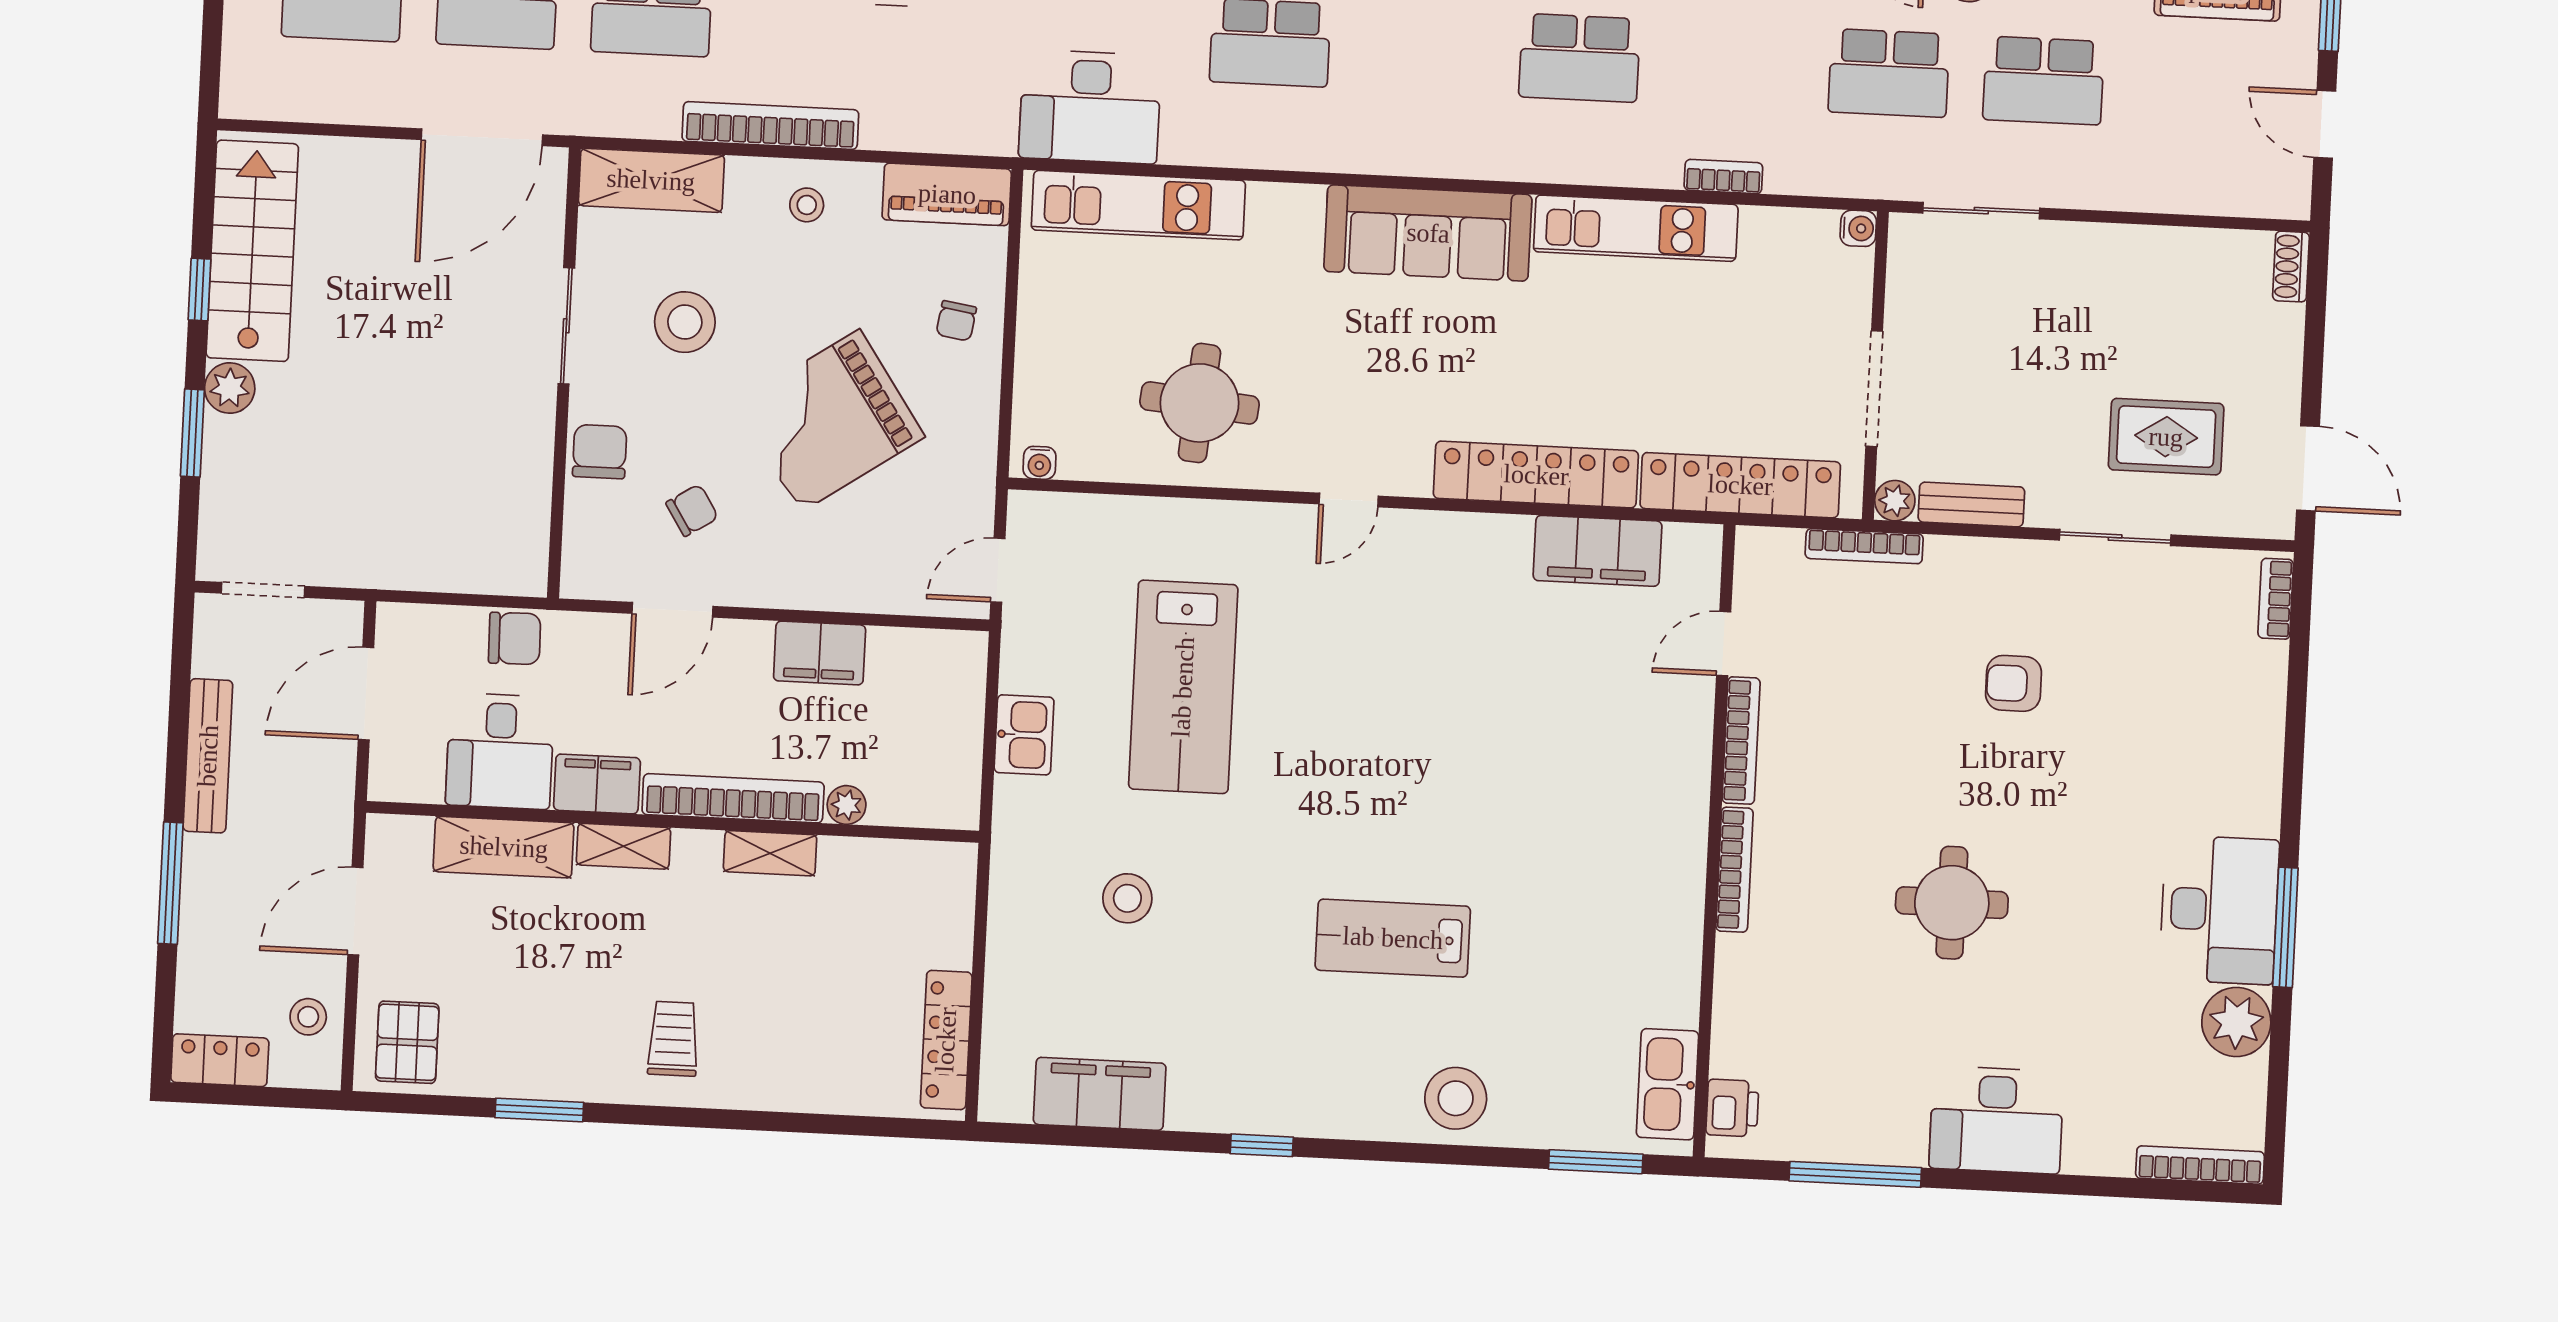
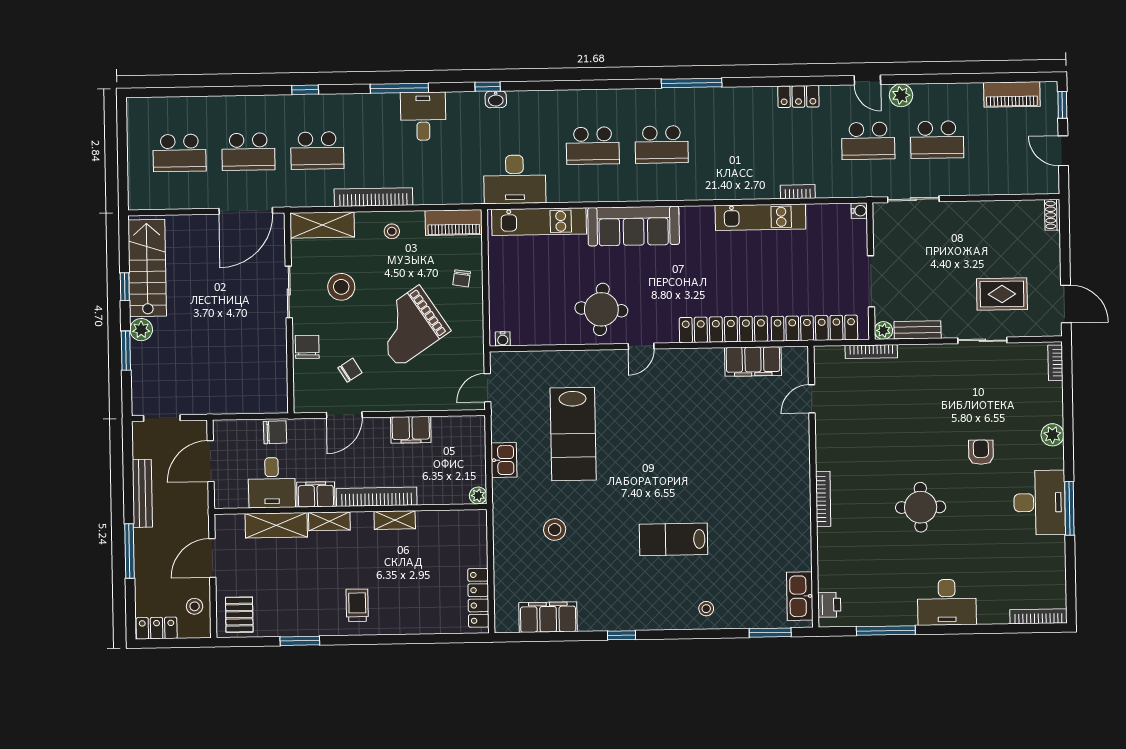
school desk: (1579, 58) -> (662, 144), moved
sofa: (1428, 233) -> (634, 226), moved
round table: (1199, 403) -> (601, 309), moved
armchair: (2014, 683) -> (981, 452), moved, turned 90
bookcase: (1741, 741) -> (822, 441), removed
plant: (847, 805) -> (478, 496), moved
plant: (2236, 1022) -> (1052, 435), moved, width x0.73, depth x0.73
stool: (1456, 1098) -> (706, 609), width x0.53, depth x0.53

